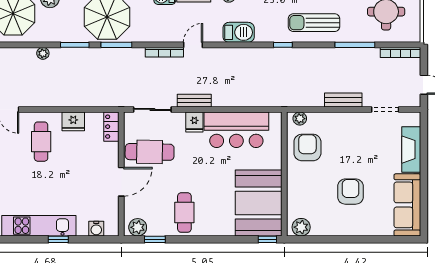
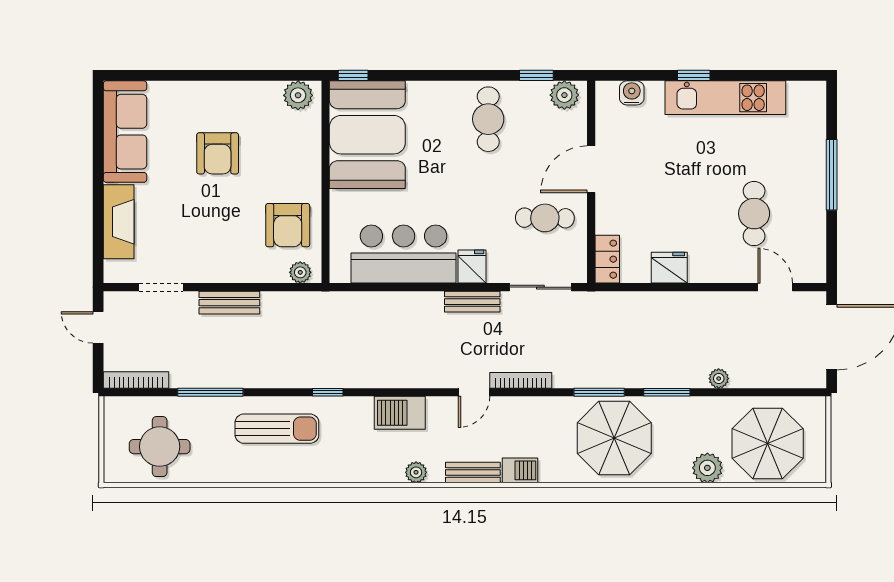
cafe table: (41, 142) -> (754, 214), moved
cafe table: (150, 152) -> (545, 218), width x0.73, depth x0.74

